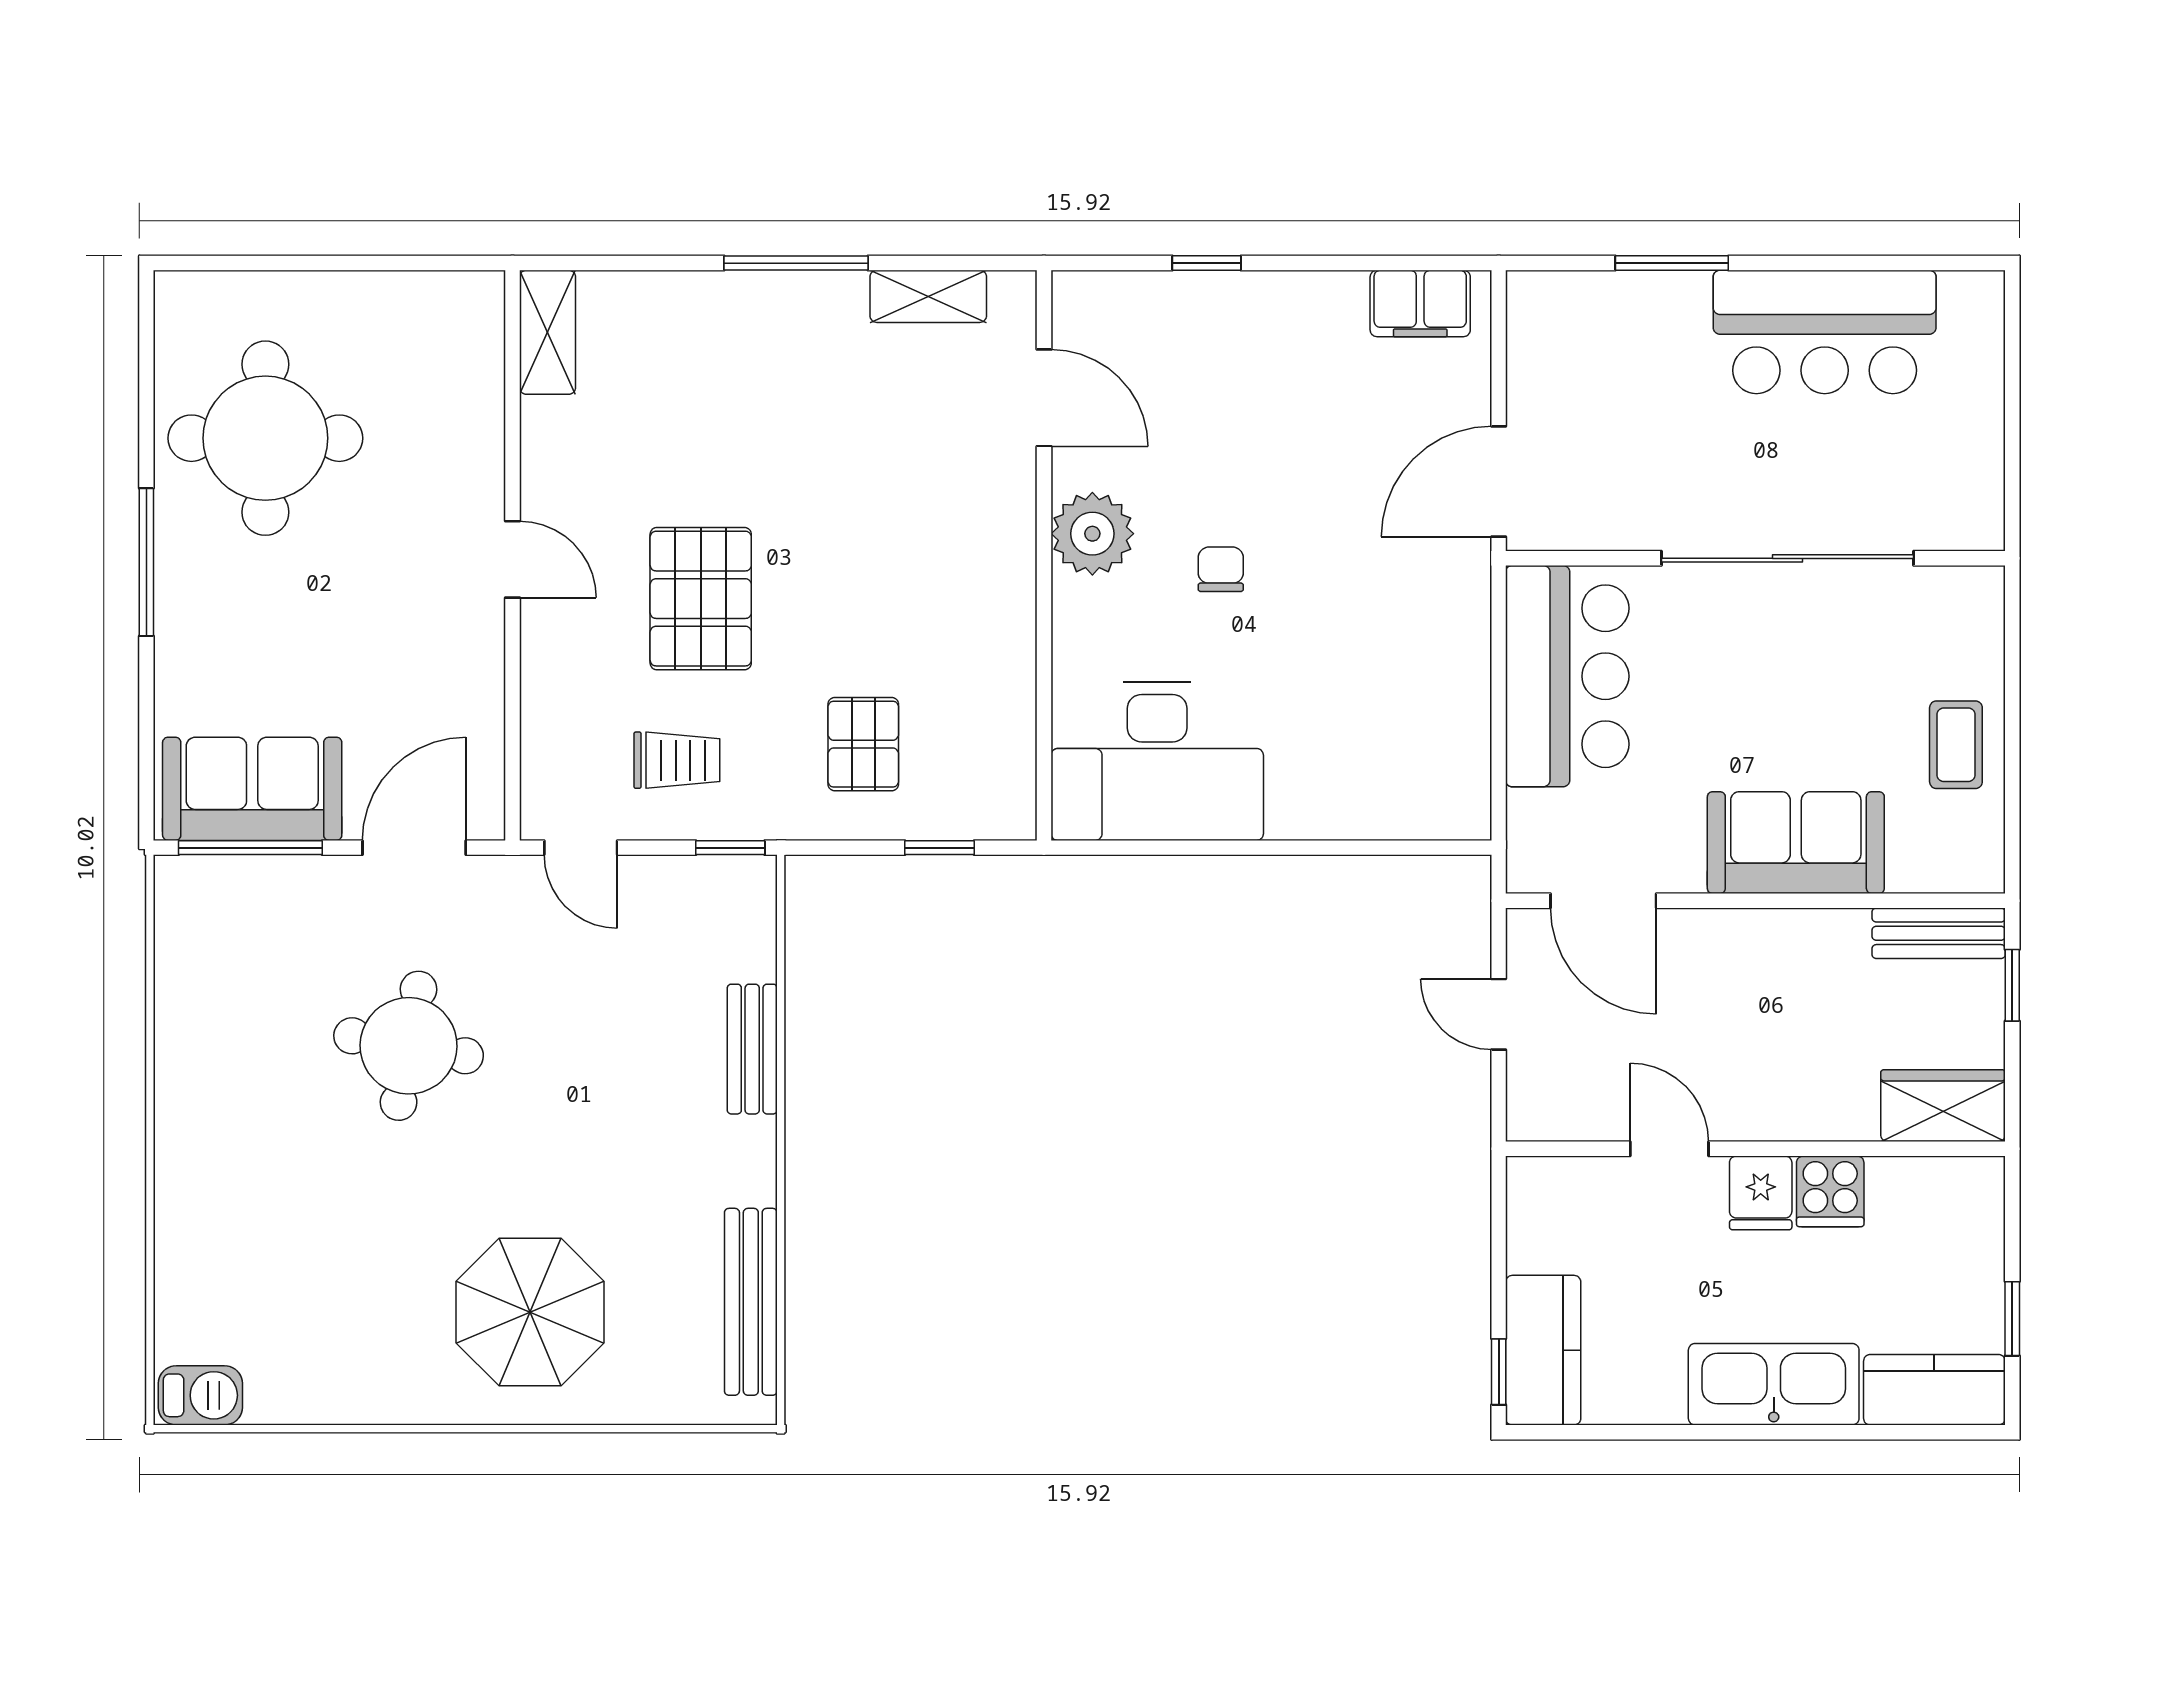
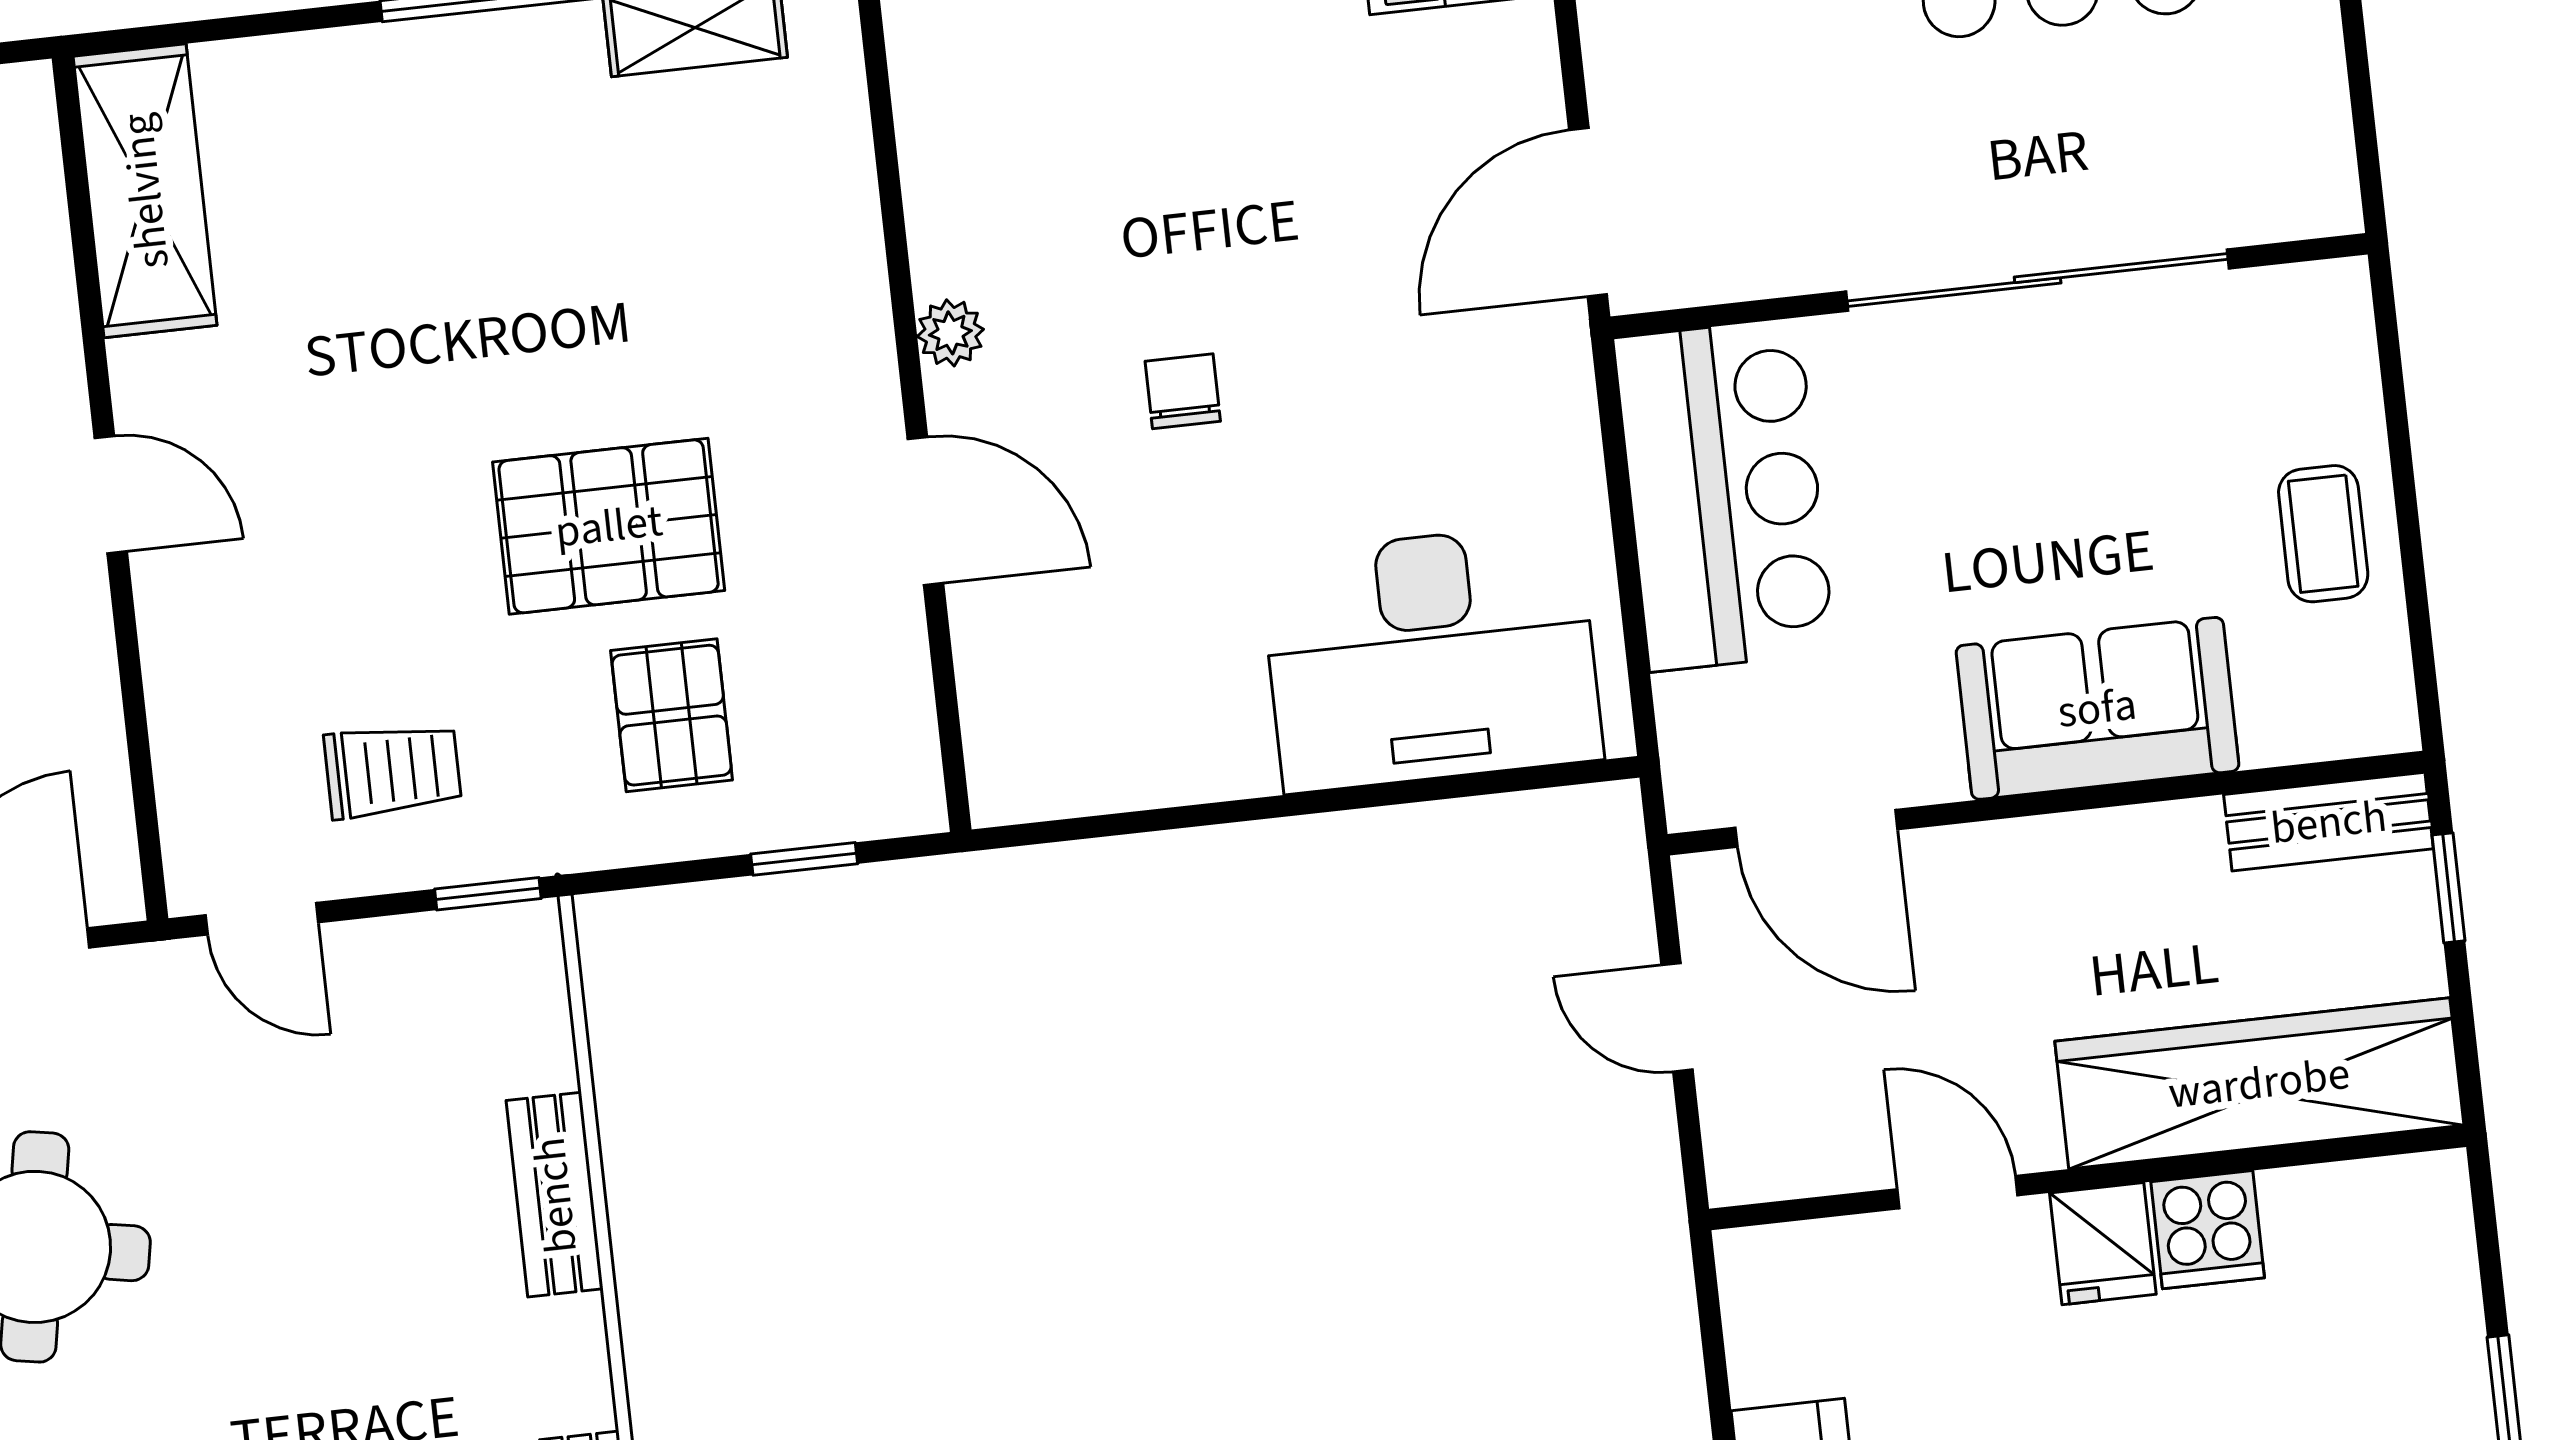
shelving: (548, 332) -> (145, 191), width x1.50, depth x1.33
door: (1044, 398) -> (925, 511), moved
plant: (1092, 534) -> (950, 333), width x0.53, depth x0.53
pallet: (701, 599) -> (609, 526), moved, turned 90
desk: (1157, 761) -> (1431, 657), moved
wardrobe: (1943, 1106) -> (2259, 1083), width x2.10, depth x1.17

